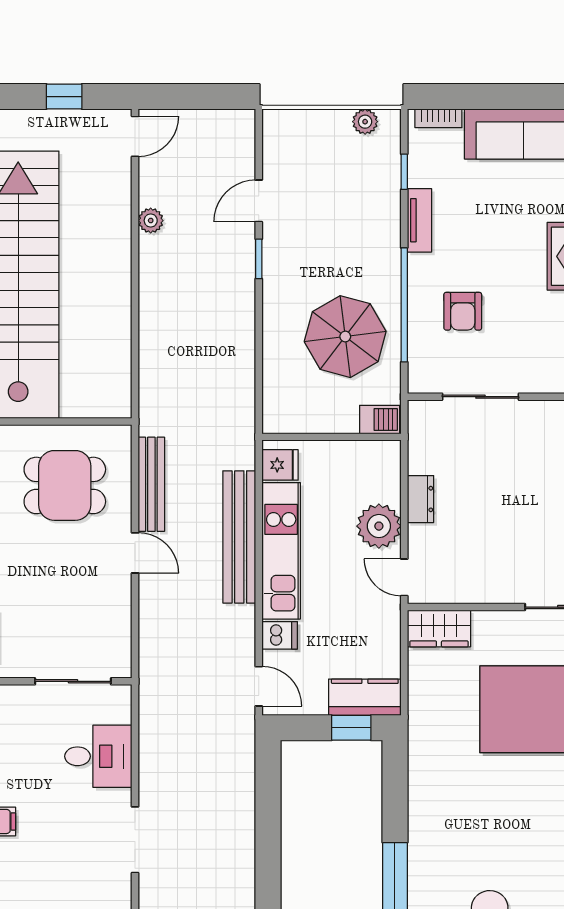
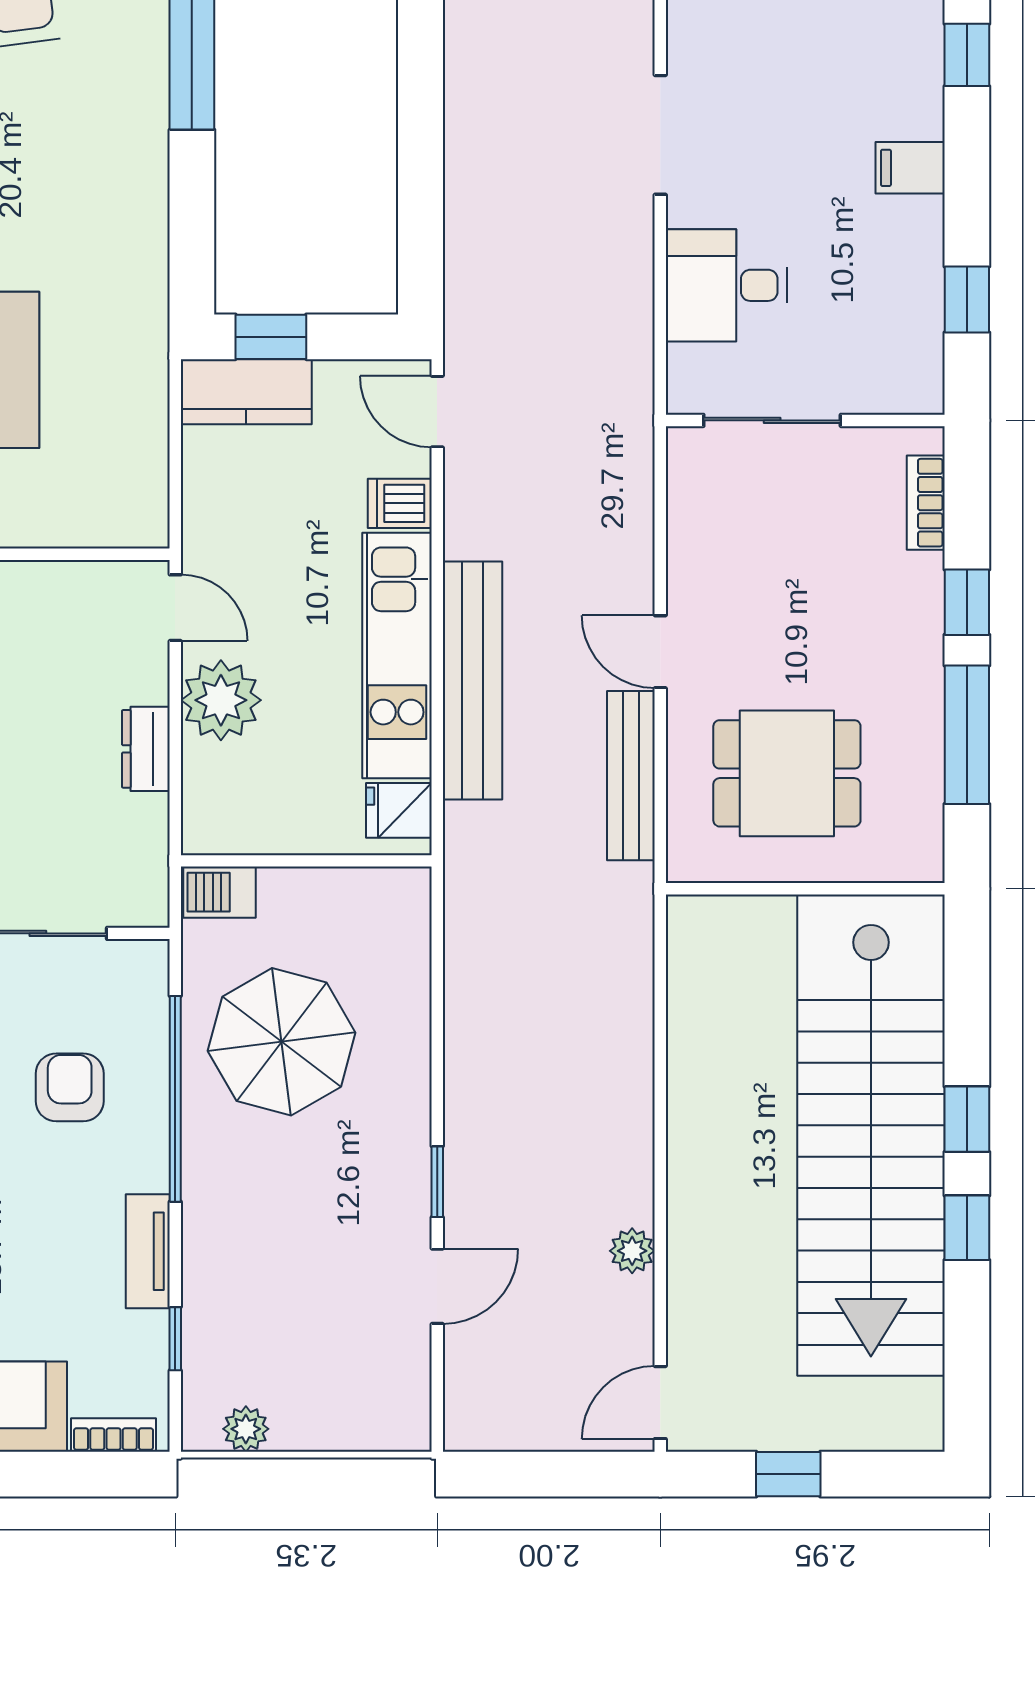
wardrobe: (439, 628) -> (113, 516), removed

